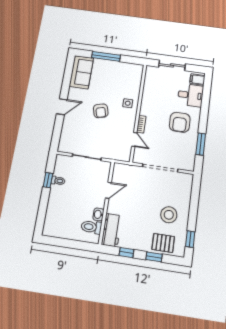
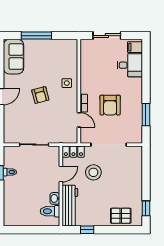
armchair: (180, 122) -> (110, 105), moved
locker: (124, 170) -> (73, 152), added
stool: (169, 215) -> (93, 172), moved
workbench: (112, 230) -> (70, 206), width x1.38
window: (154, 257) -> (114, 230), removed

